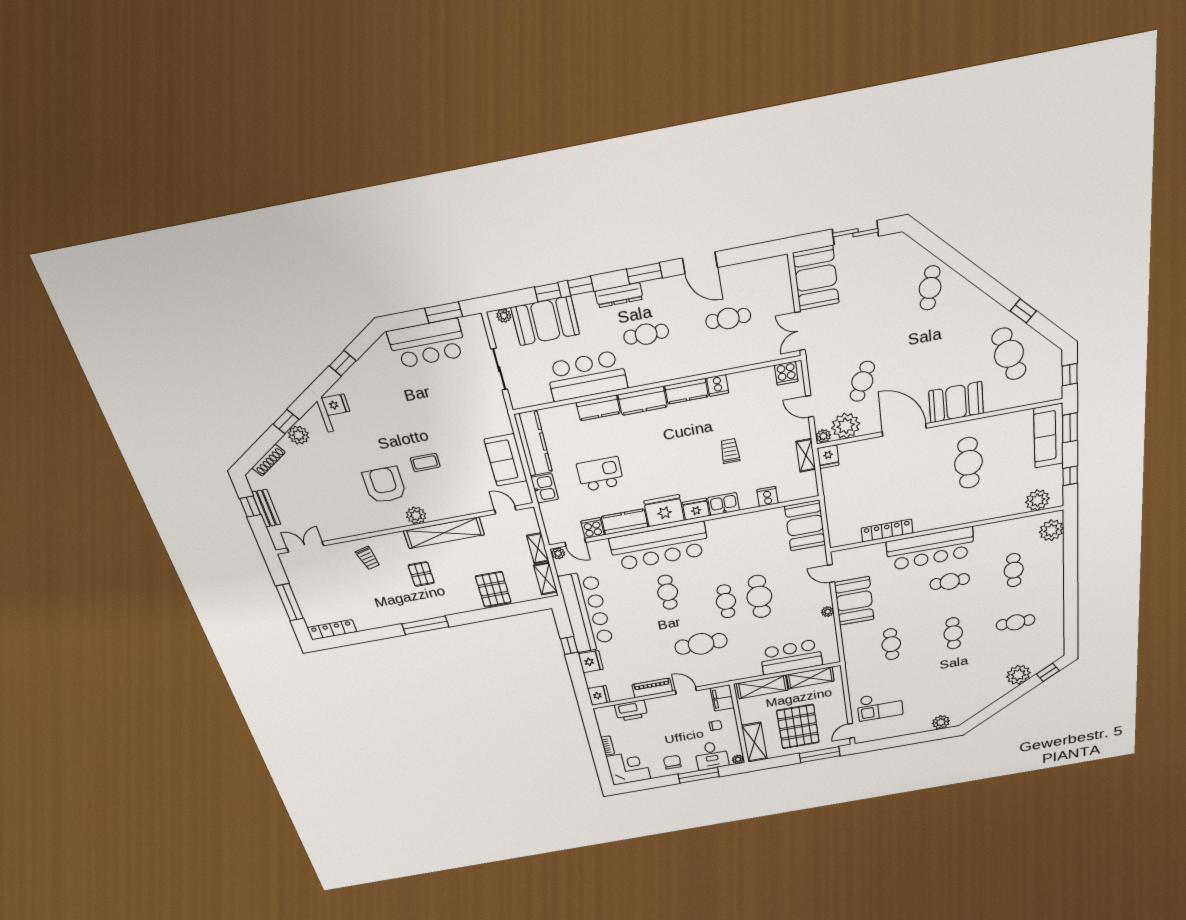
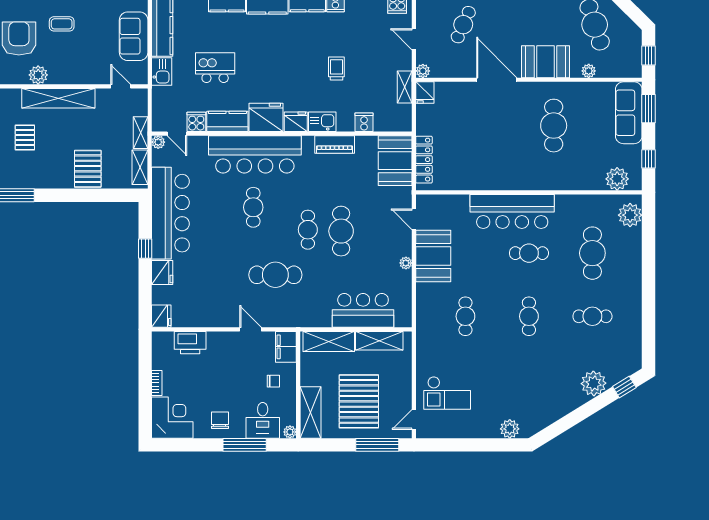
plant: (846, 426) -> (589, 71), moved, width x0.53, depth x0.53
locker: (887, 531) -> (424, 160), moved, turned 90
cafe table: (1014, 570) -> (592, 253), width x1.37, depth x1.35
piano: (652, 688) -> (335, 144), moved, turned 180

